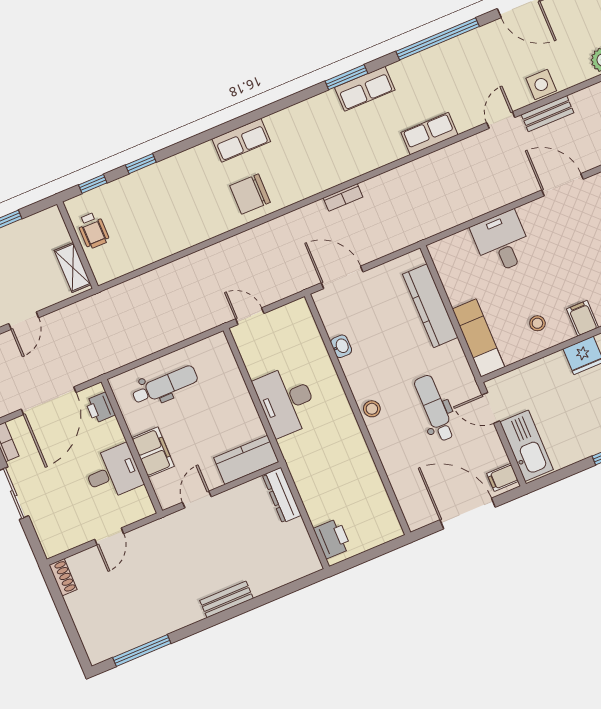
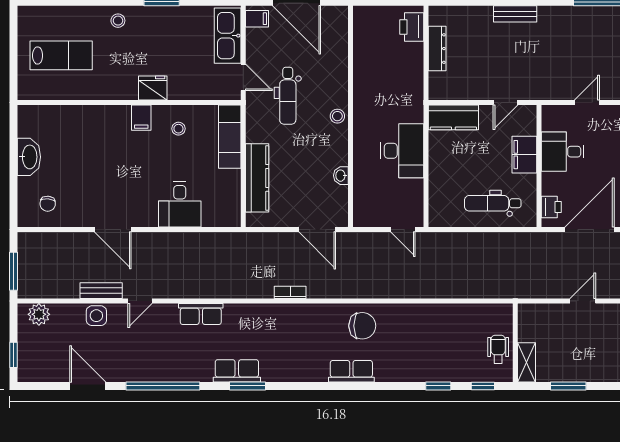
shelving: (73, 268) -> (526, 362), moved
dresser: (282, 495) -> (437, 49), moved

